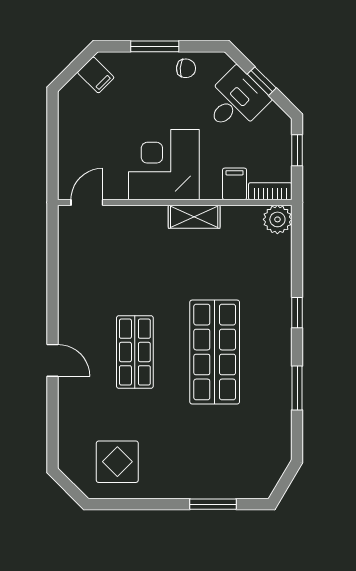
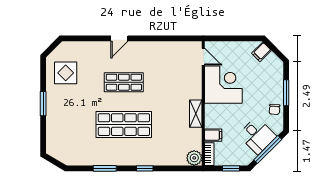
filing cabinet: (96, 75) -> (261, 52), moved
window: (262, 81) -> (268, 150), width x2.17
corner desk: (164, 165) -> (223, 85), moved
window: (213, 504) -> (43, 104), moved

